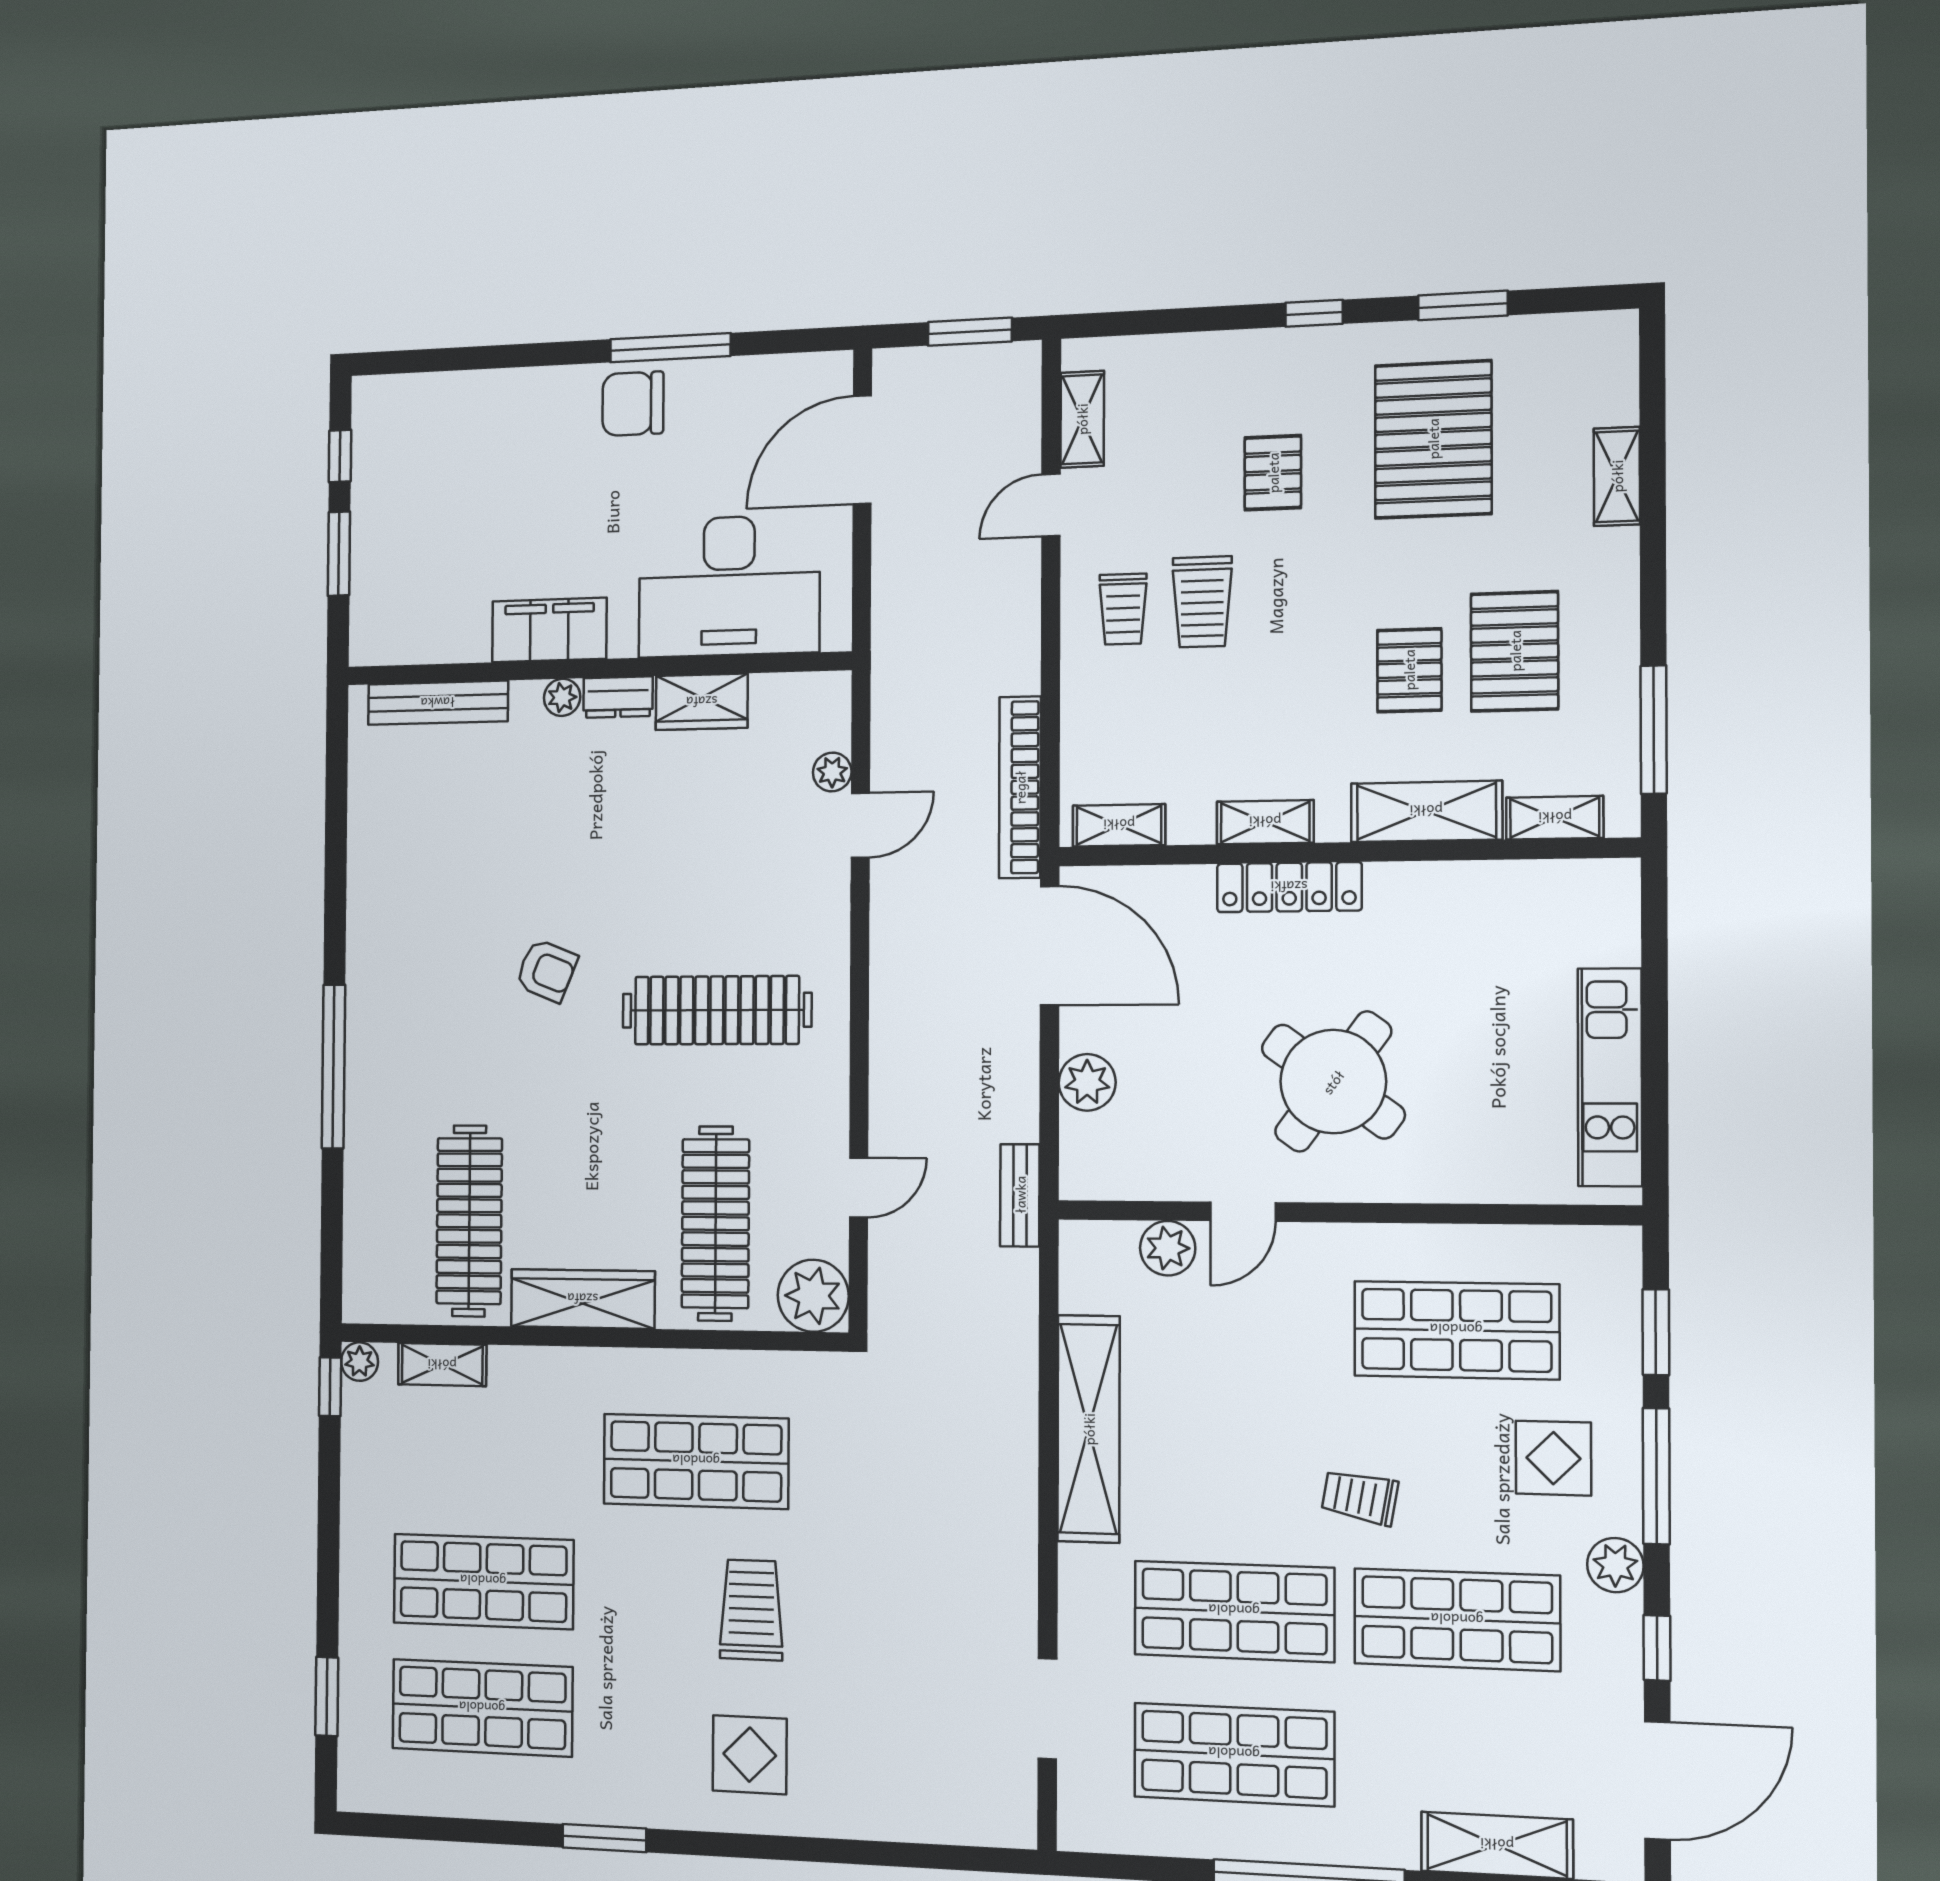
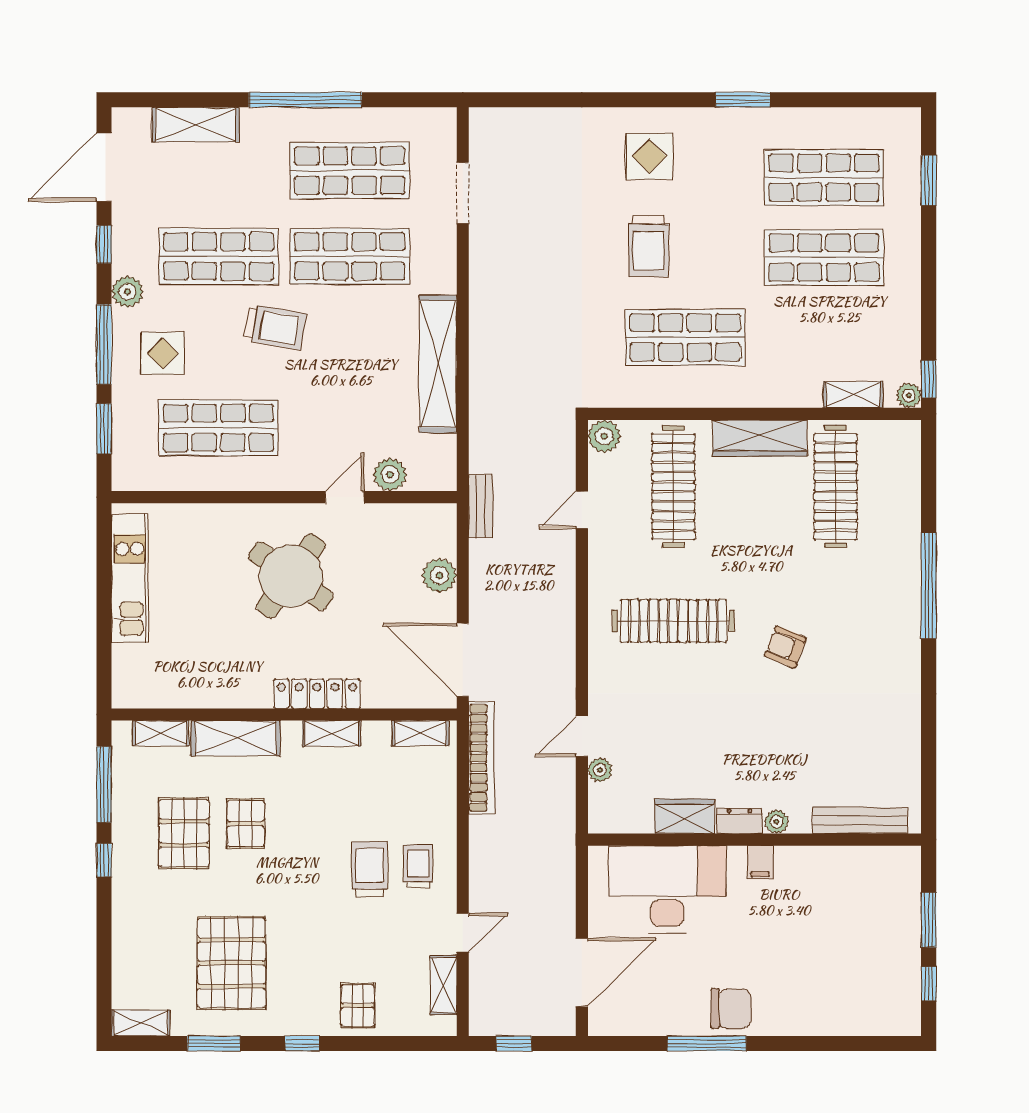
window: (970, 332) -> (514, 1043), width x0.67
pallet: (1273, 473) -> (358, 1006), moved
shelving: (1617, 476) -> (141, 1023), moved, turned 90
window: (1653, 602) -> (104, 860), added
filing cabinet: (549, 630) -> (760, 862), width x0.33, depth x0.86
plant: (813, 1296) -> (604, 436), width x0.73, depth x0.73
trolley: (1360, 1497) -> (275, 327), width x1.36, depth x1.39

